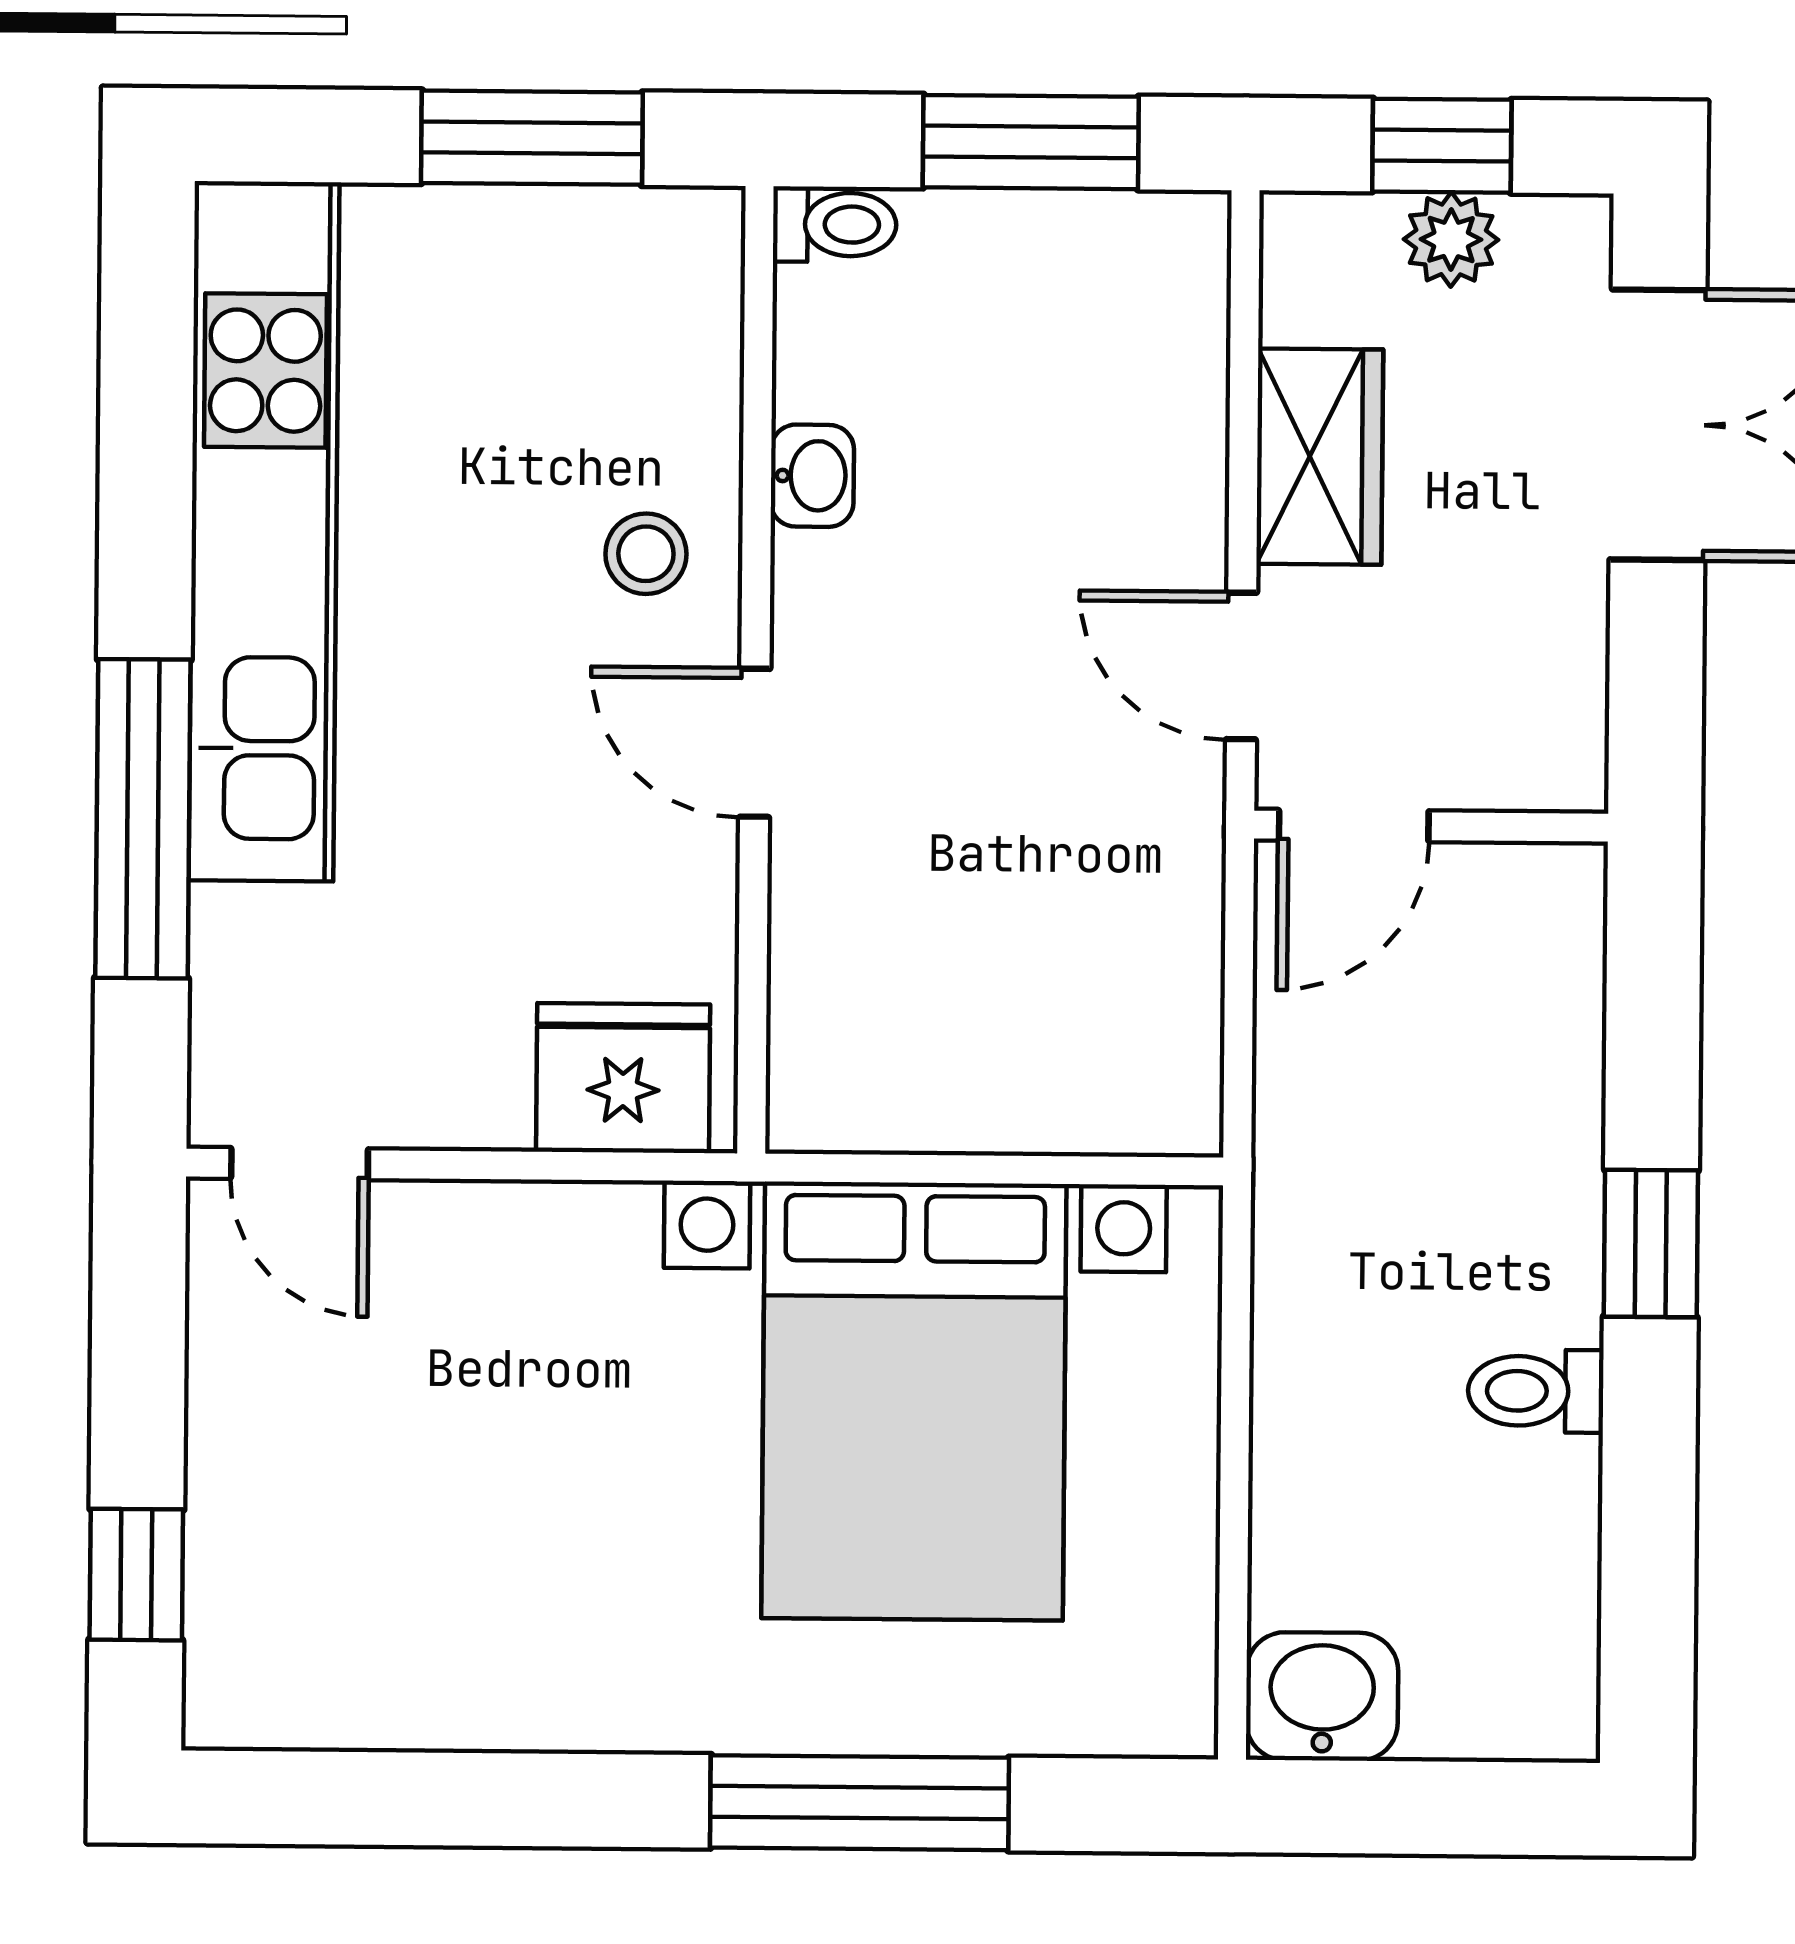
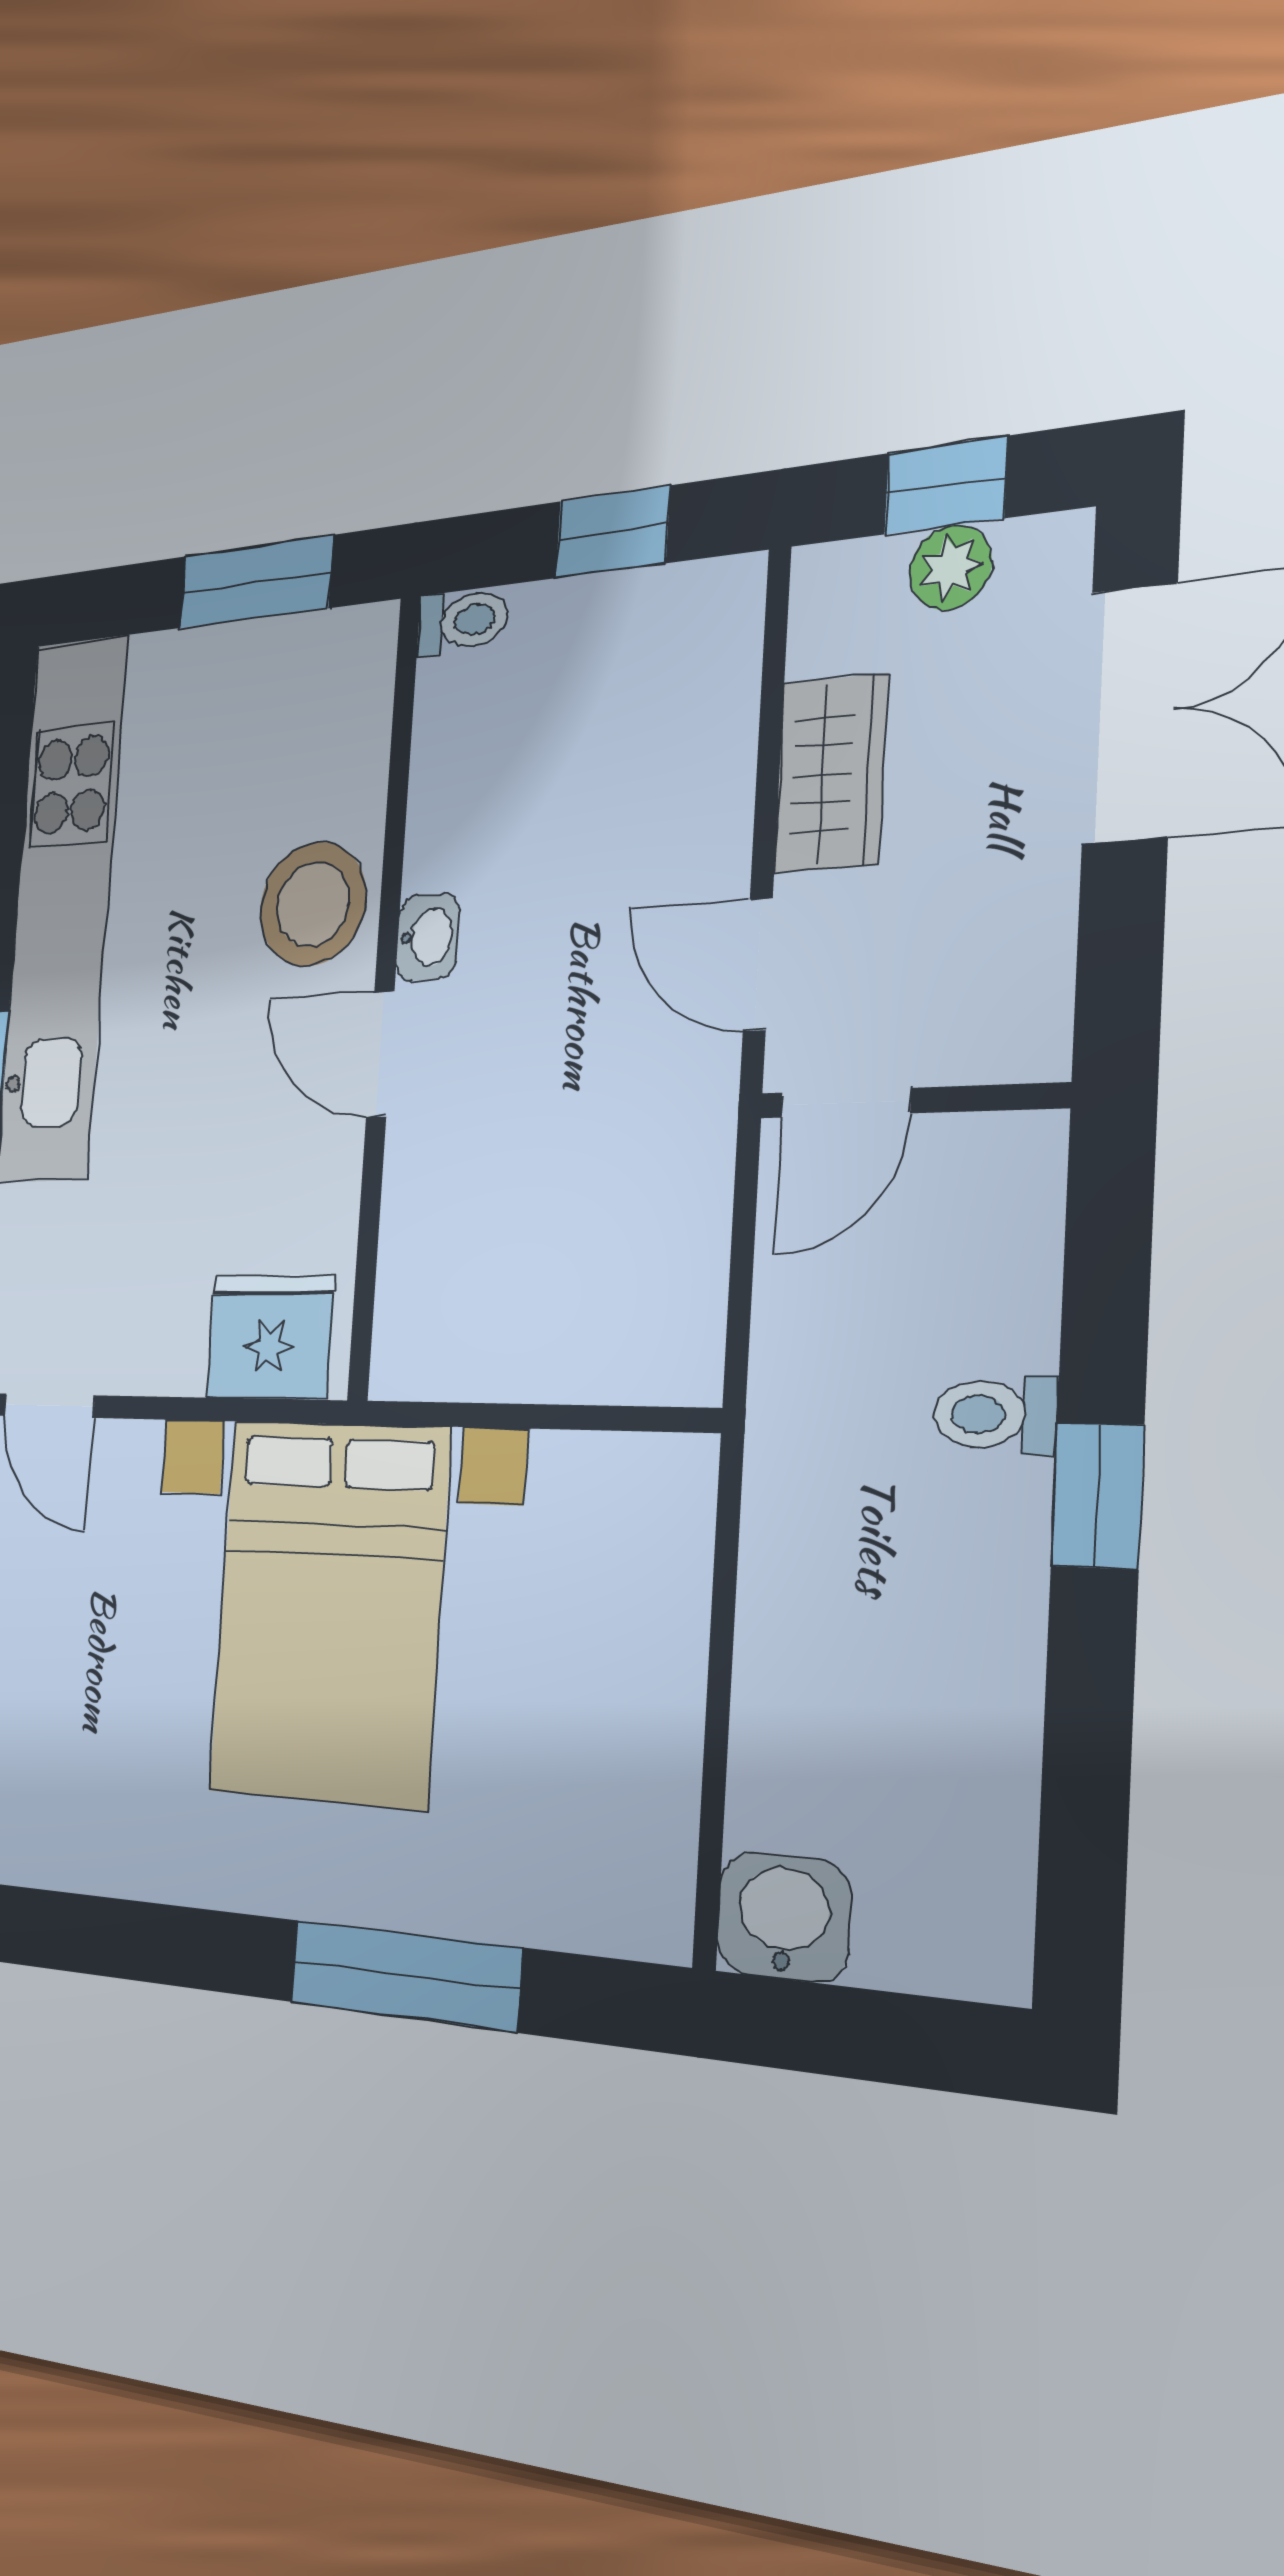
window: (1031, 142) -> (612, 532), width x0.67
washbasin: (812, 476) -> (428, 937), moved
stool: (646, 554) -> (313, 904), width x1.89, depth x1.89
toilet: (1536, 1391) -> (995, 1414), moved
bed with nightstands: (914, 1401) -> (329, 1611), moved

